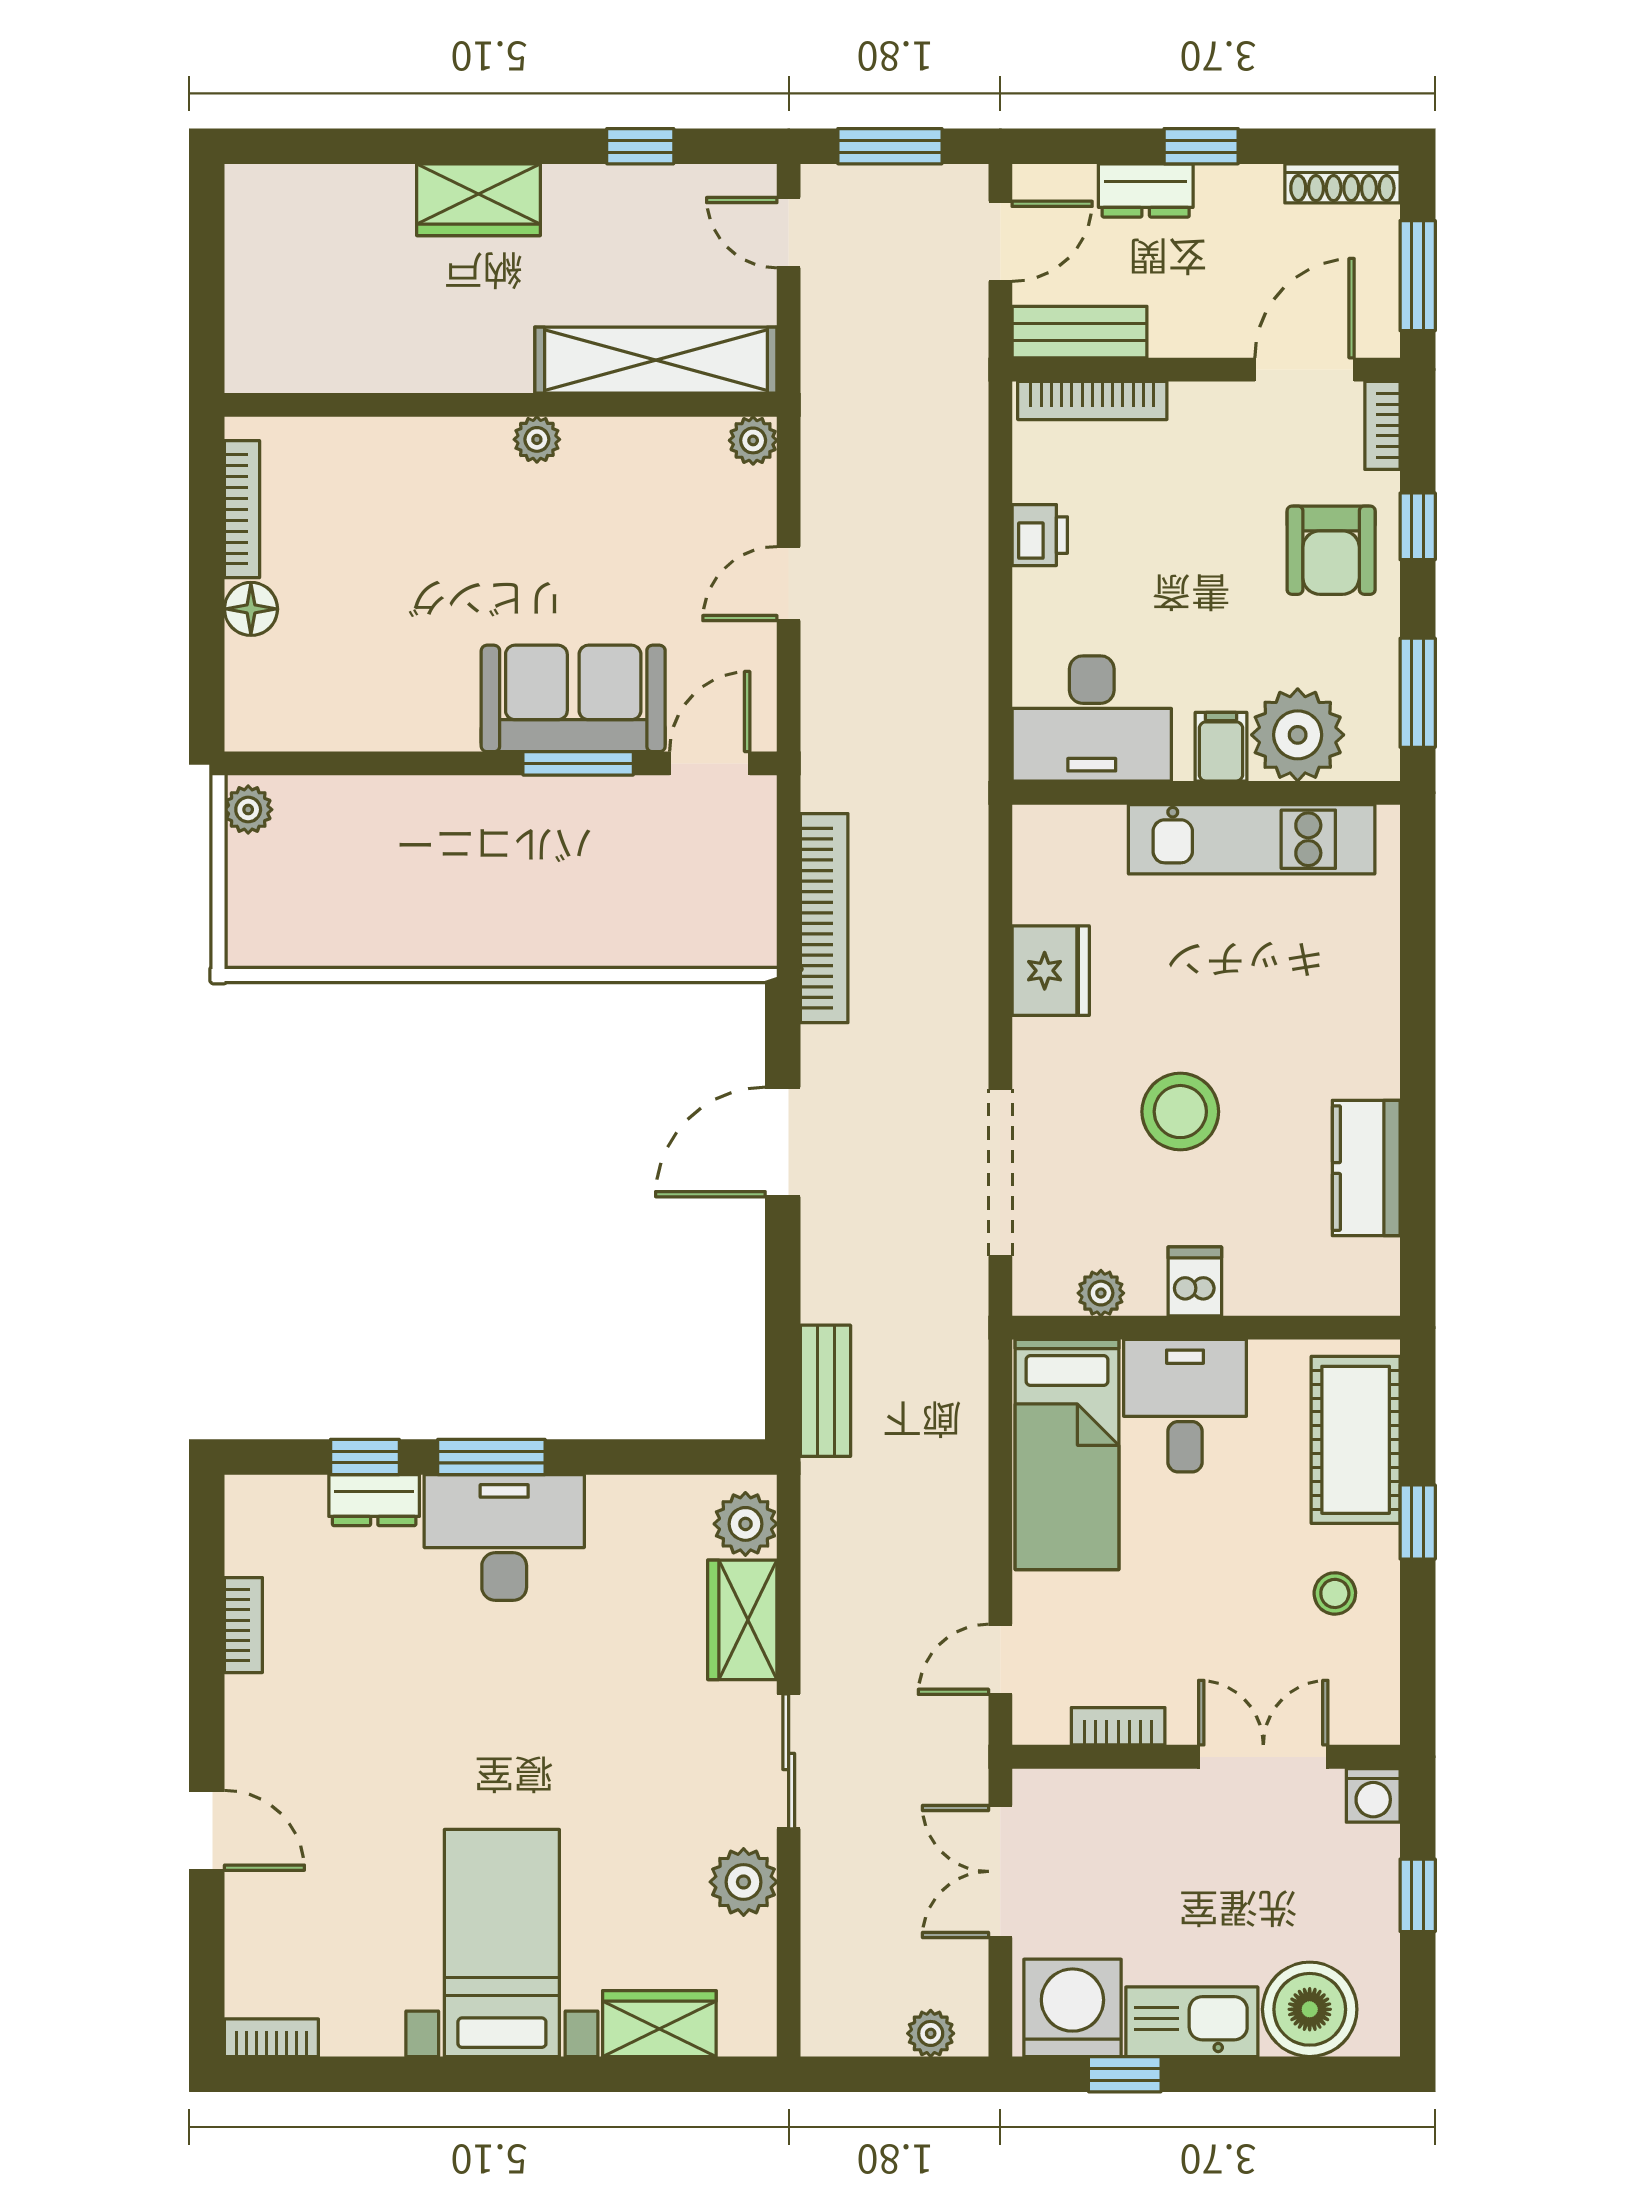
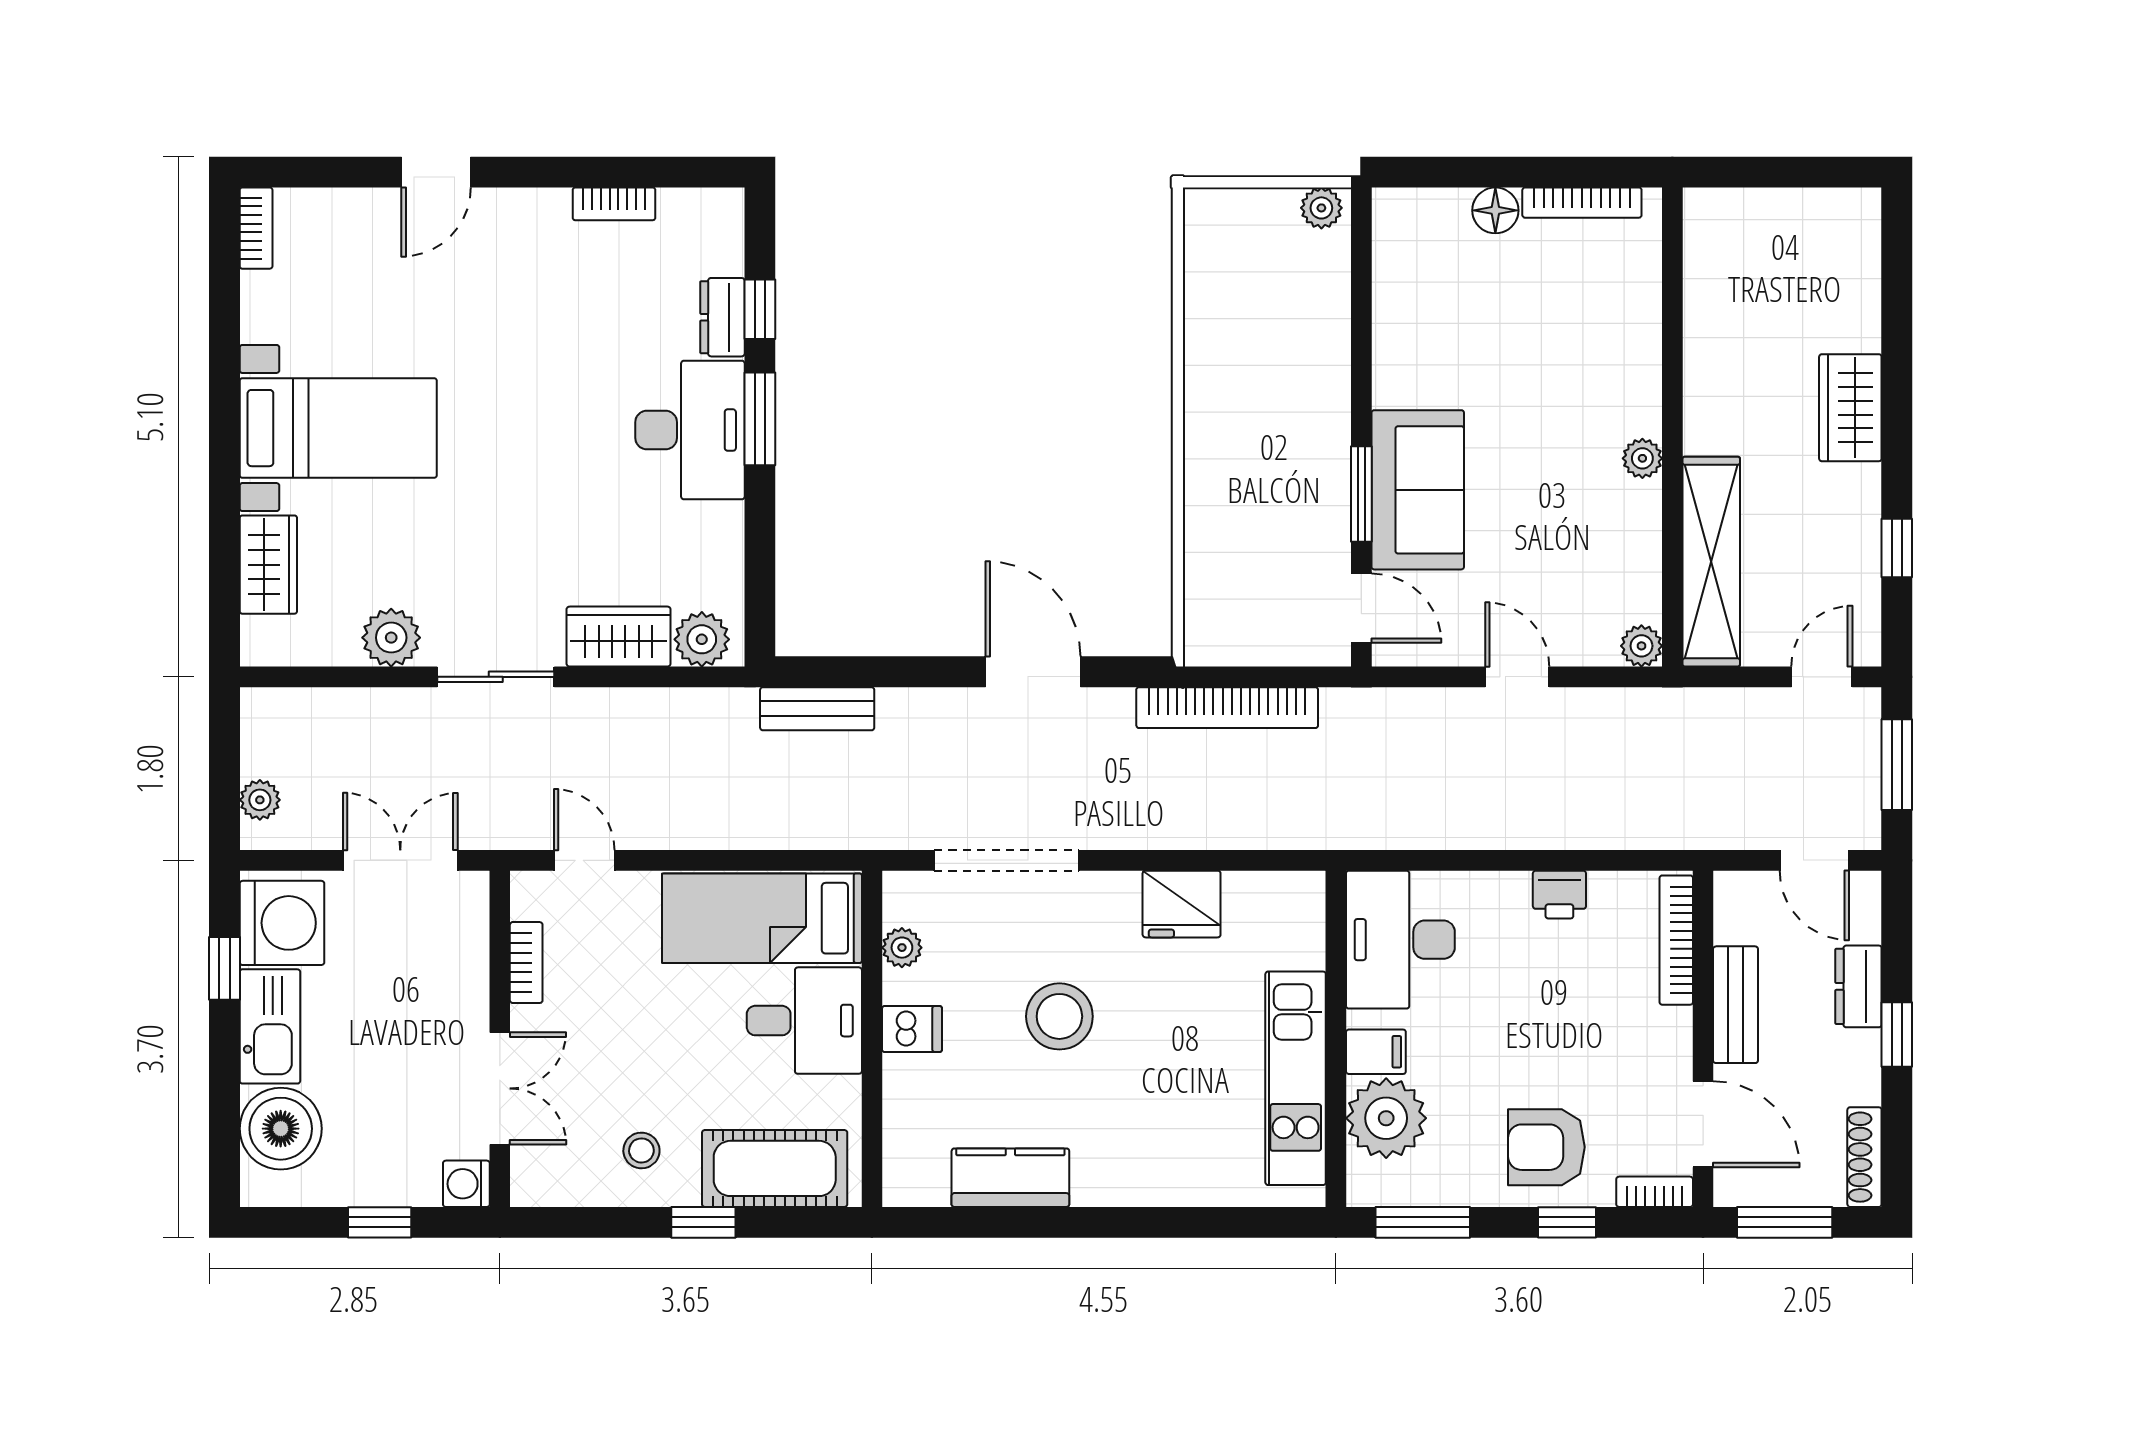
bench: (1080, 332) -> (1736, 1005), moved

